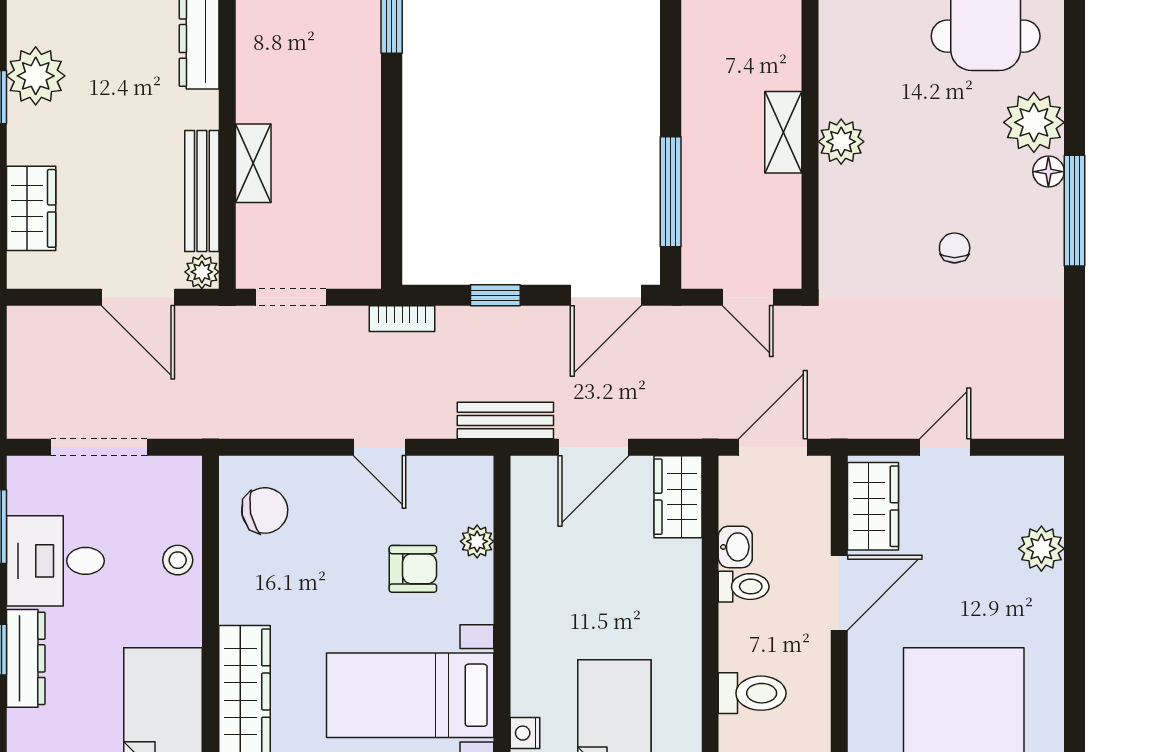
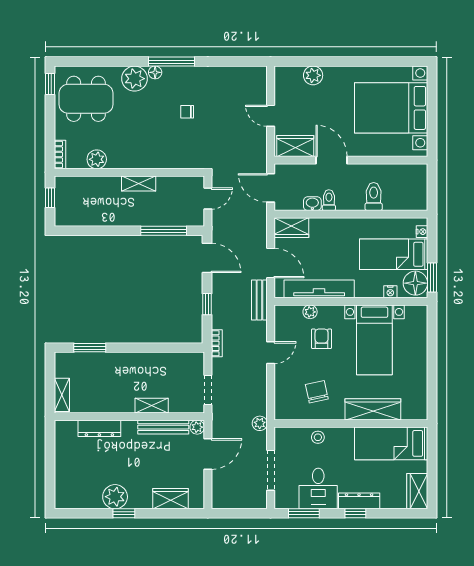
plant: (841, 142) -> (97, 159), moved
plant: (211, 421) -> (260, 423), added
chair: (265, 510) -> (317, 392), moved
tv unit: (532, 563) -> (319, 289), added

